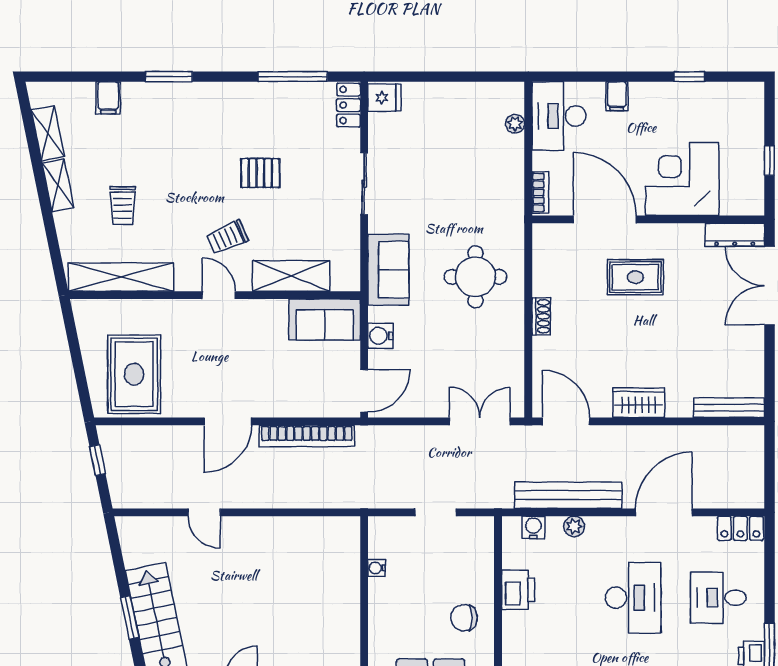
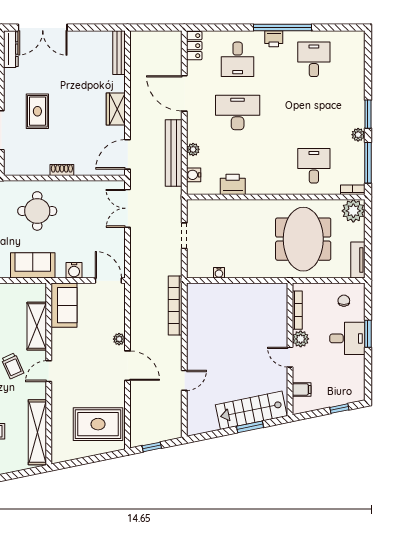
plant: (270, 408) -> (119, 339), added
bookcase: (307, 436) -> (175, 306), moved, turned 180
chair: (464, 618) -> (250, 218), removed

